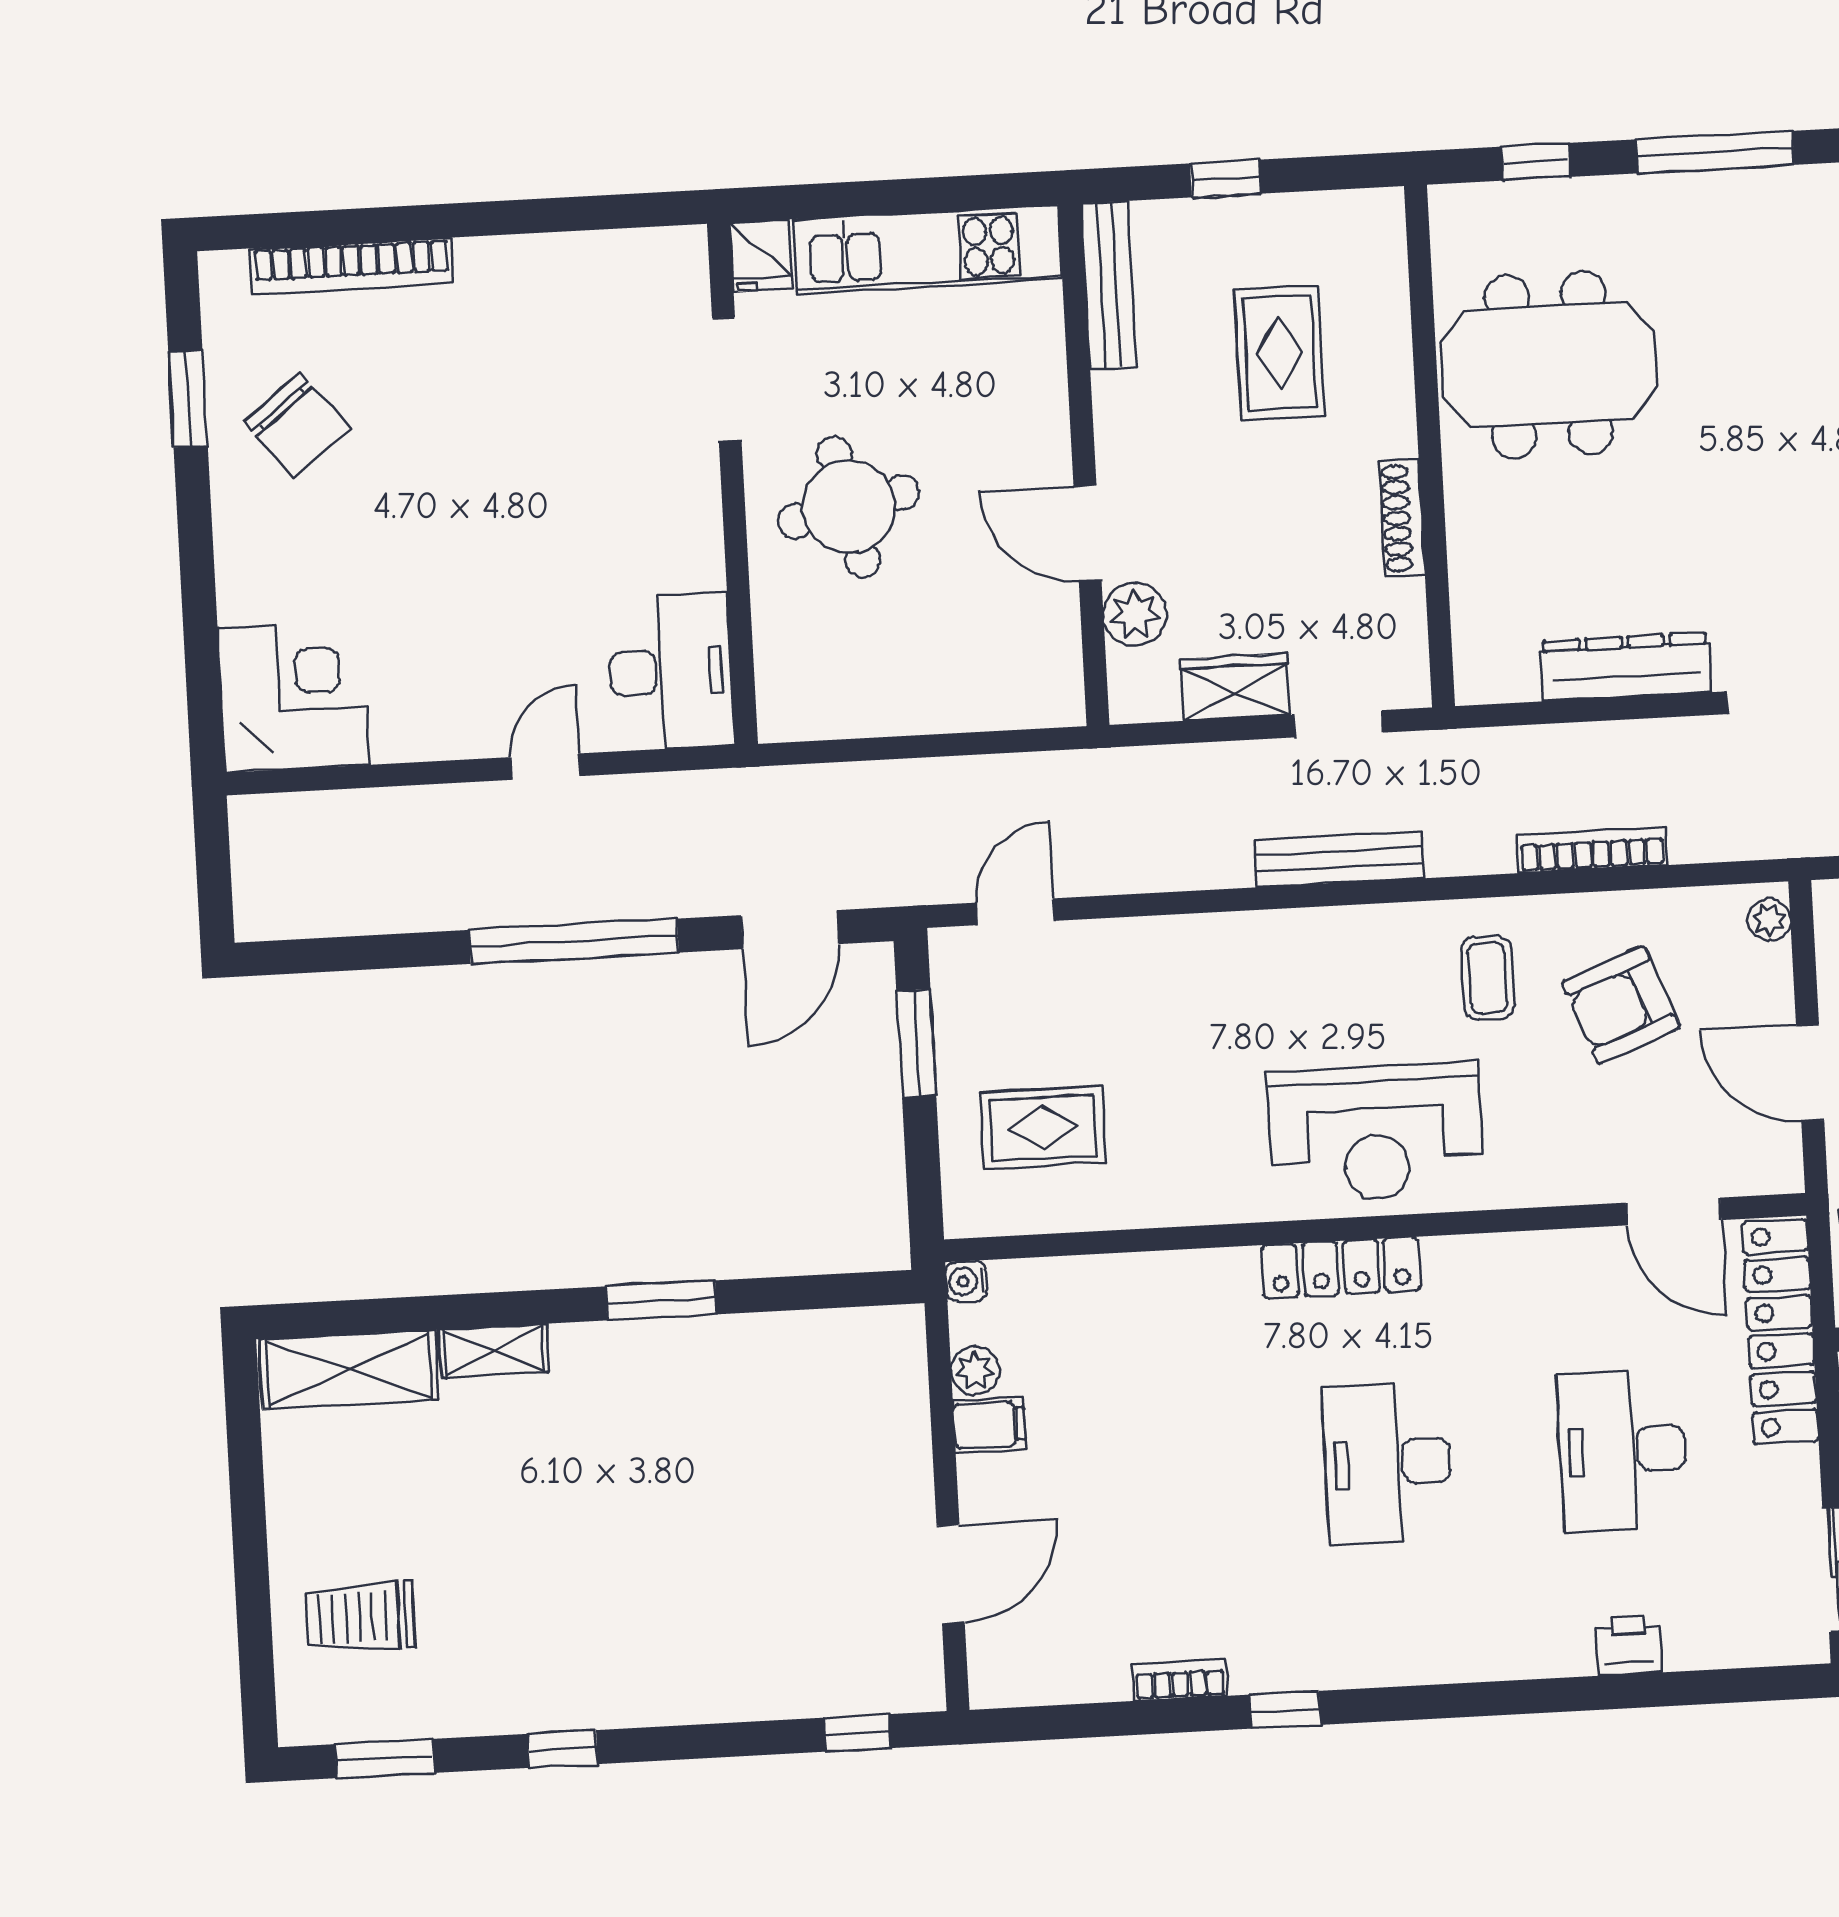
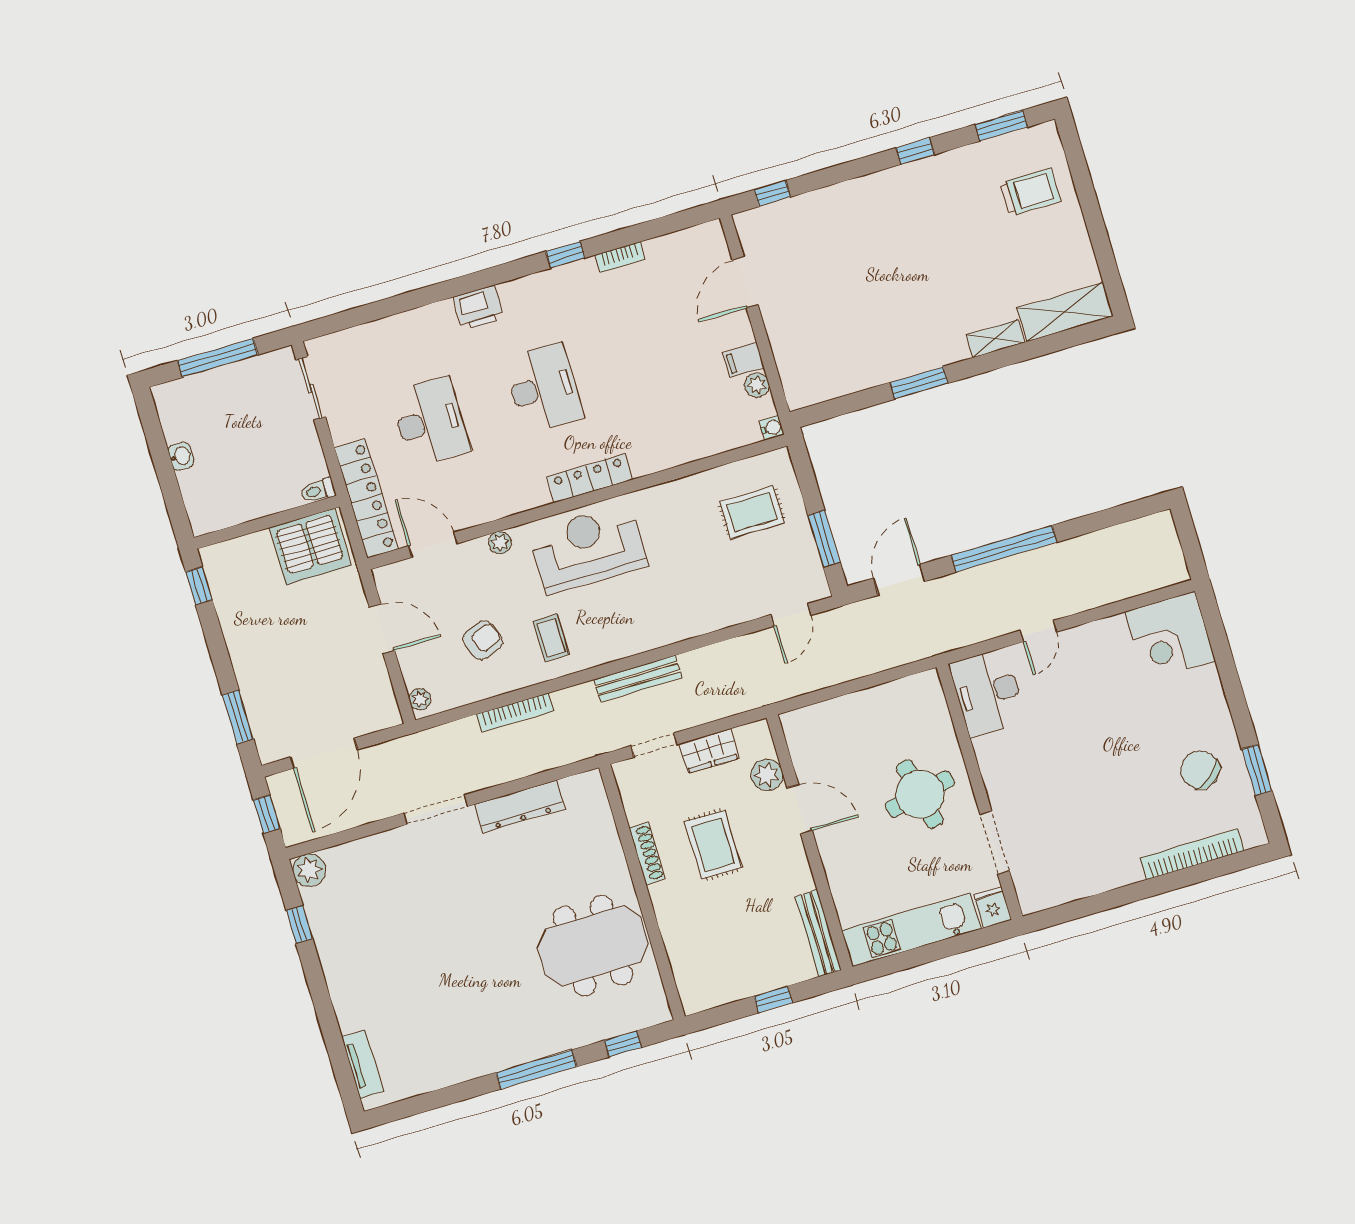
rug: (1280, 353) -> (713, 845), moved
armchair: (1621, 1005) -> (483, 640), width x0.72, depth x0.72
plant: (1543, 1185) -> (500, 543), added
printer: (1629, 1645) -> (479, 308), moved, width x1.36, depth x1.24

